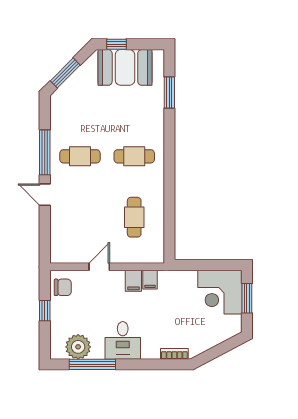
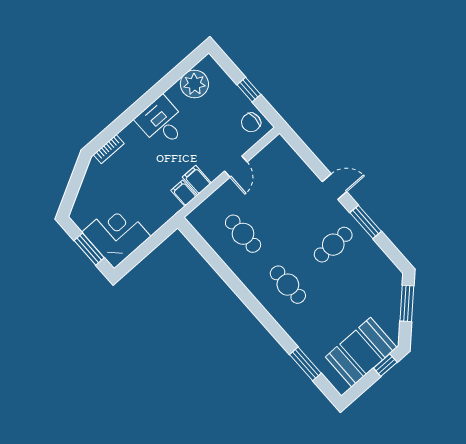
window: (45, 152) -> (366, 222), width x0.69
cafe table: (134, 156) -> (288, 285), turned 90
window: (92, 364) -> (169, 80), removed

